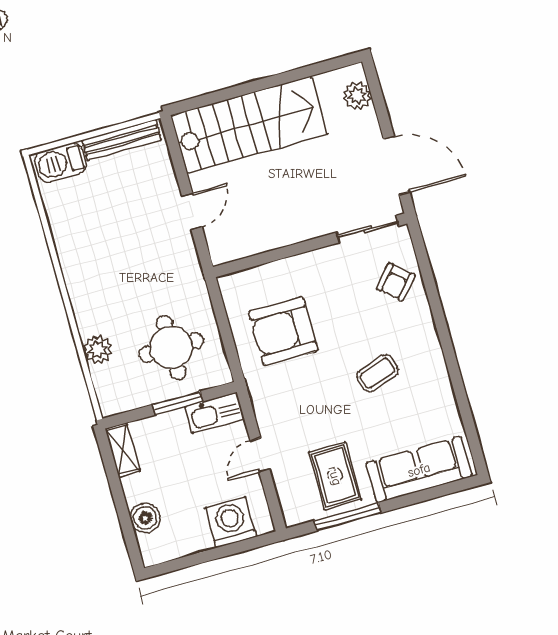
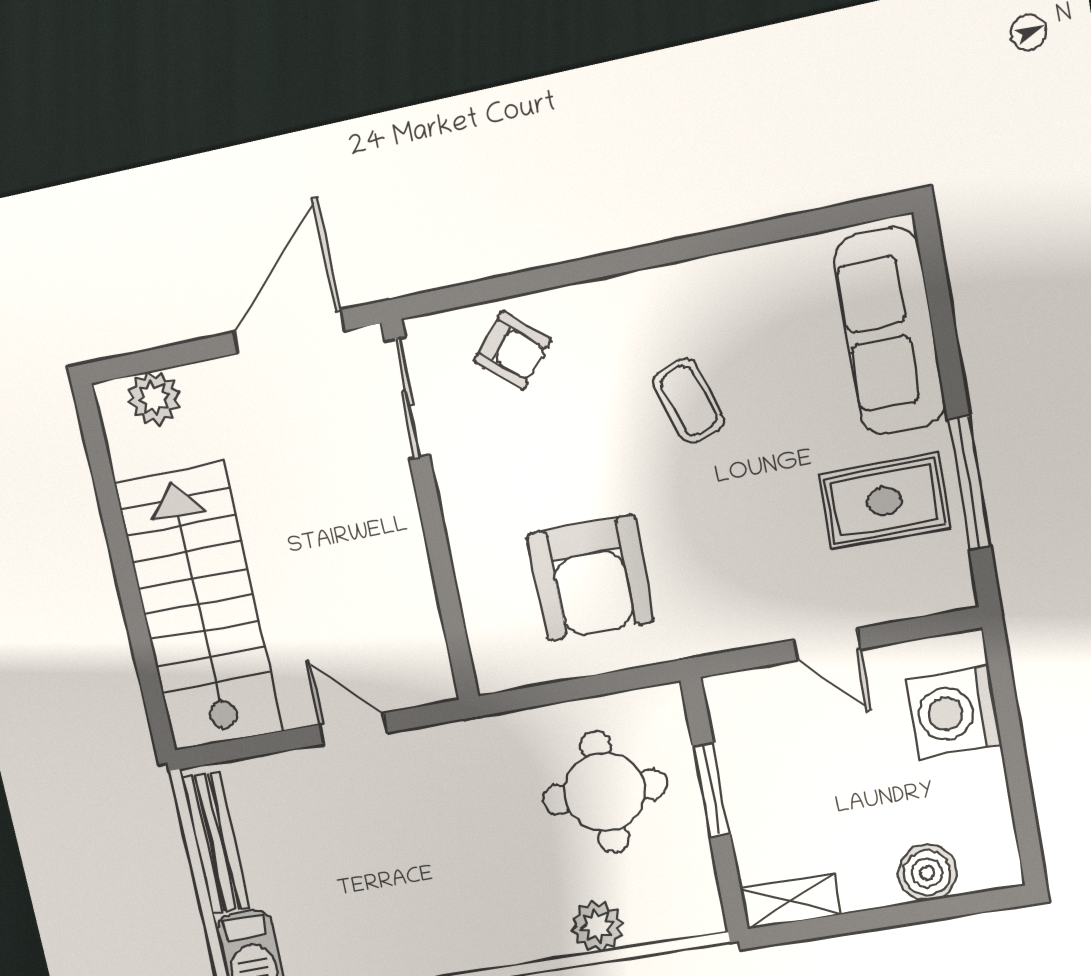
kitchen sink: (215, 413) -> (737, 723), removed

